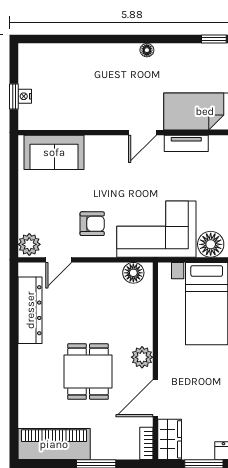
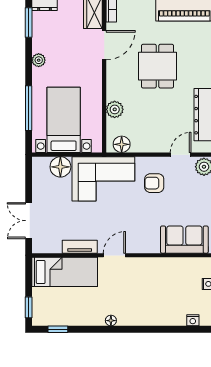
nightstand: (43, 50) -> (193, 320), added
plant: (142, 357) -> (115, 109), moved

